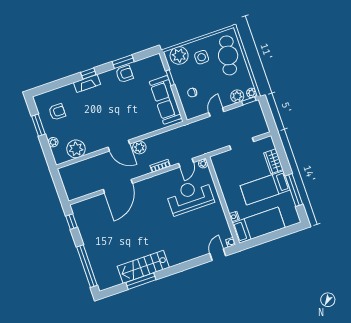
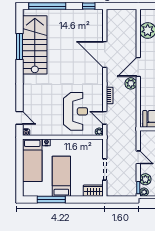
wardrobe: (273, 161) -> (93, 191), moved
stairs: (143, 267) -> (35, 45), width x1.36, depth x1.51

